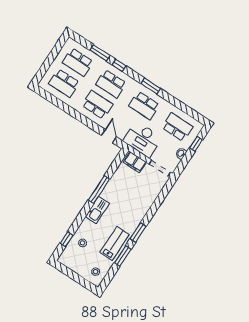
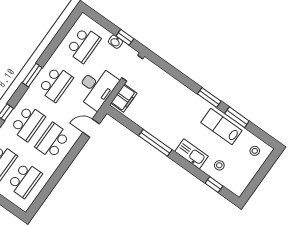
school desk: (177, 127) -> (83, 45), turned 180
window: (196, 144) -> (125, 37), moved
kitchen sink: (97, 210) -> (191, 154), moved

